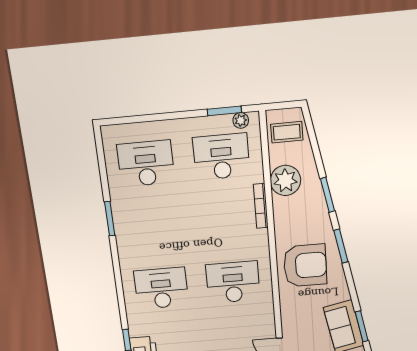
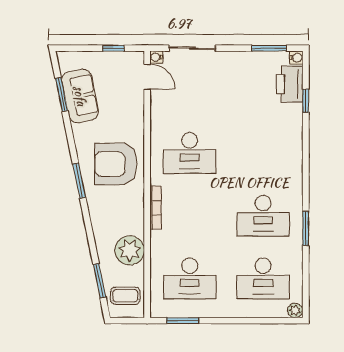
plant: (241, 120) -> (295, 310), moved
window: (327, 195) -> (100, 281), moved
bookcase: (261, 206) -> (156, 208), moved
desk: (161, 288) -> (263, 216), moved

